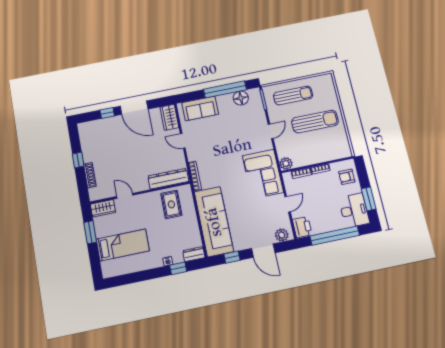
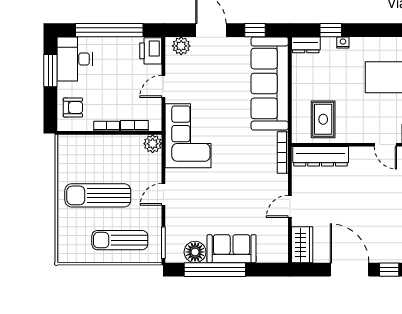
sofa: (200, 108) -> (232, 249), moved
door: (183, 141) -> (290, 206), swing flipped

